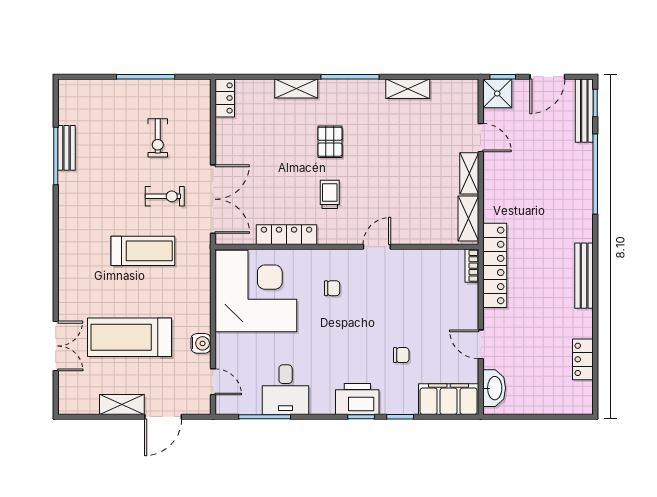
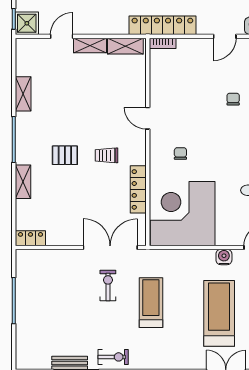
exercise bike: (158, 138) -> (113, 357), moved
treadmill: (129, 337) -> (219, 313), turned 180

